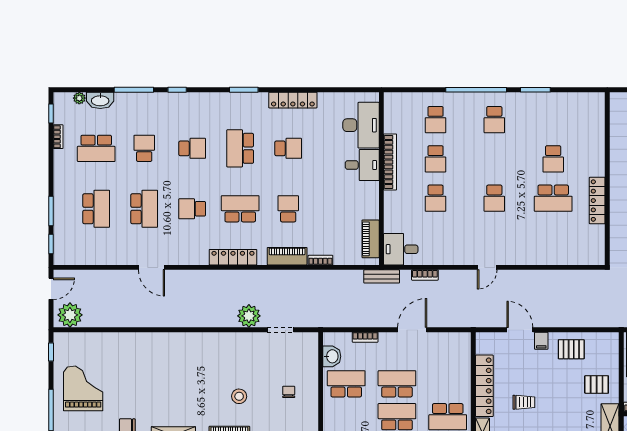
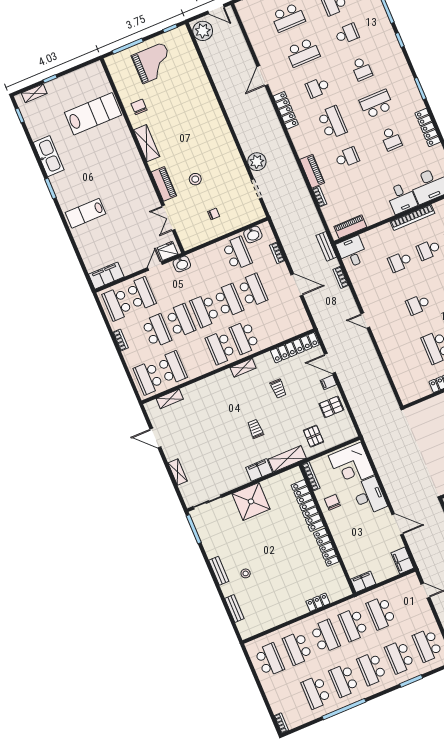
school desk: (192, 209) -> (318, 87), turned -90
locker: (233, 257) -> (286, 110), moved
door: (520, 330) -> (330, 363), swing flipped
pallet: (571, 349) -> (331, 407), turned 90
locker: (484, 386) -> (295, 348), moved

